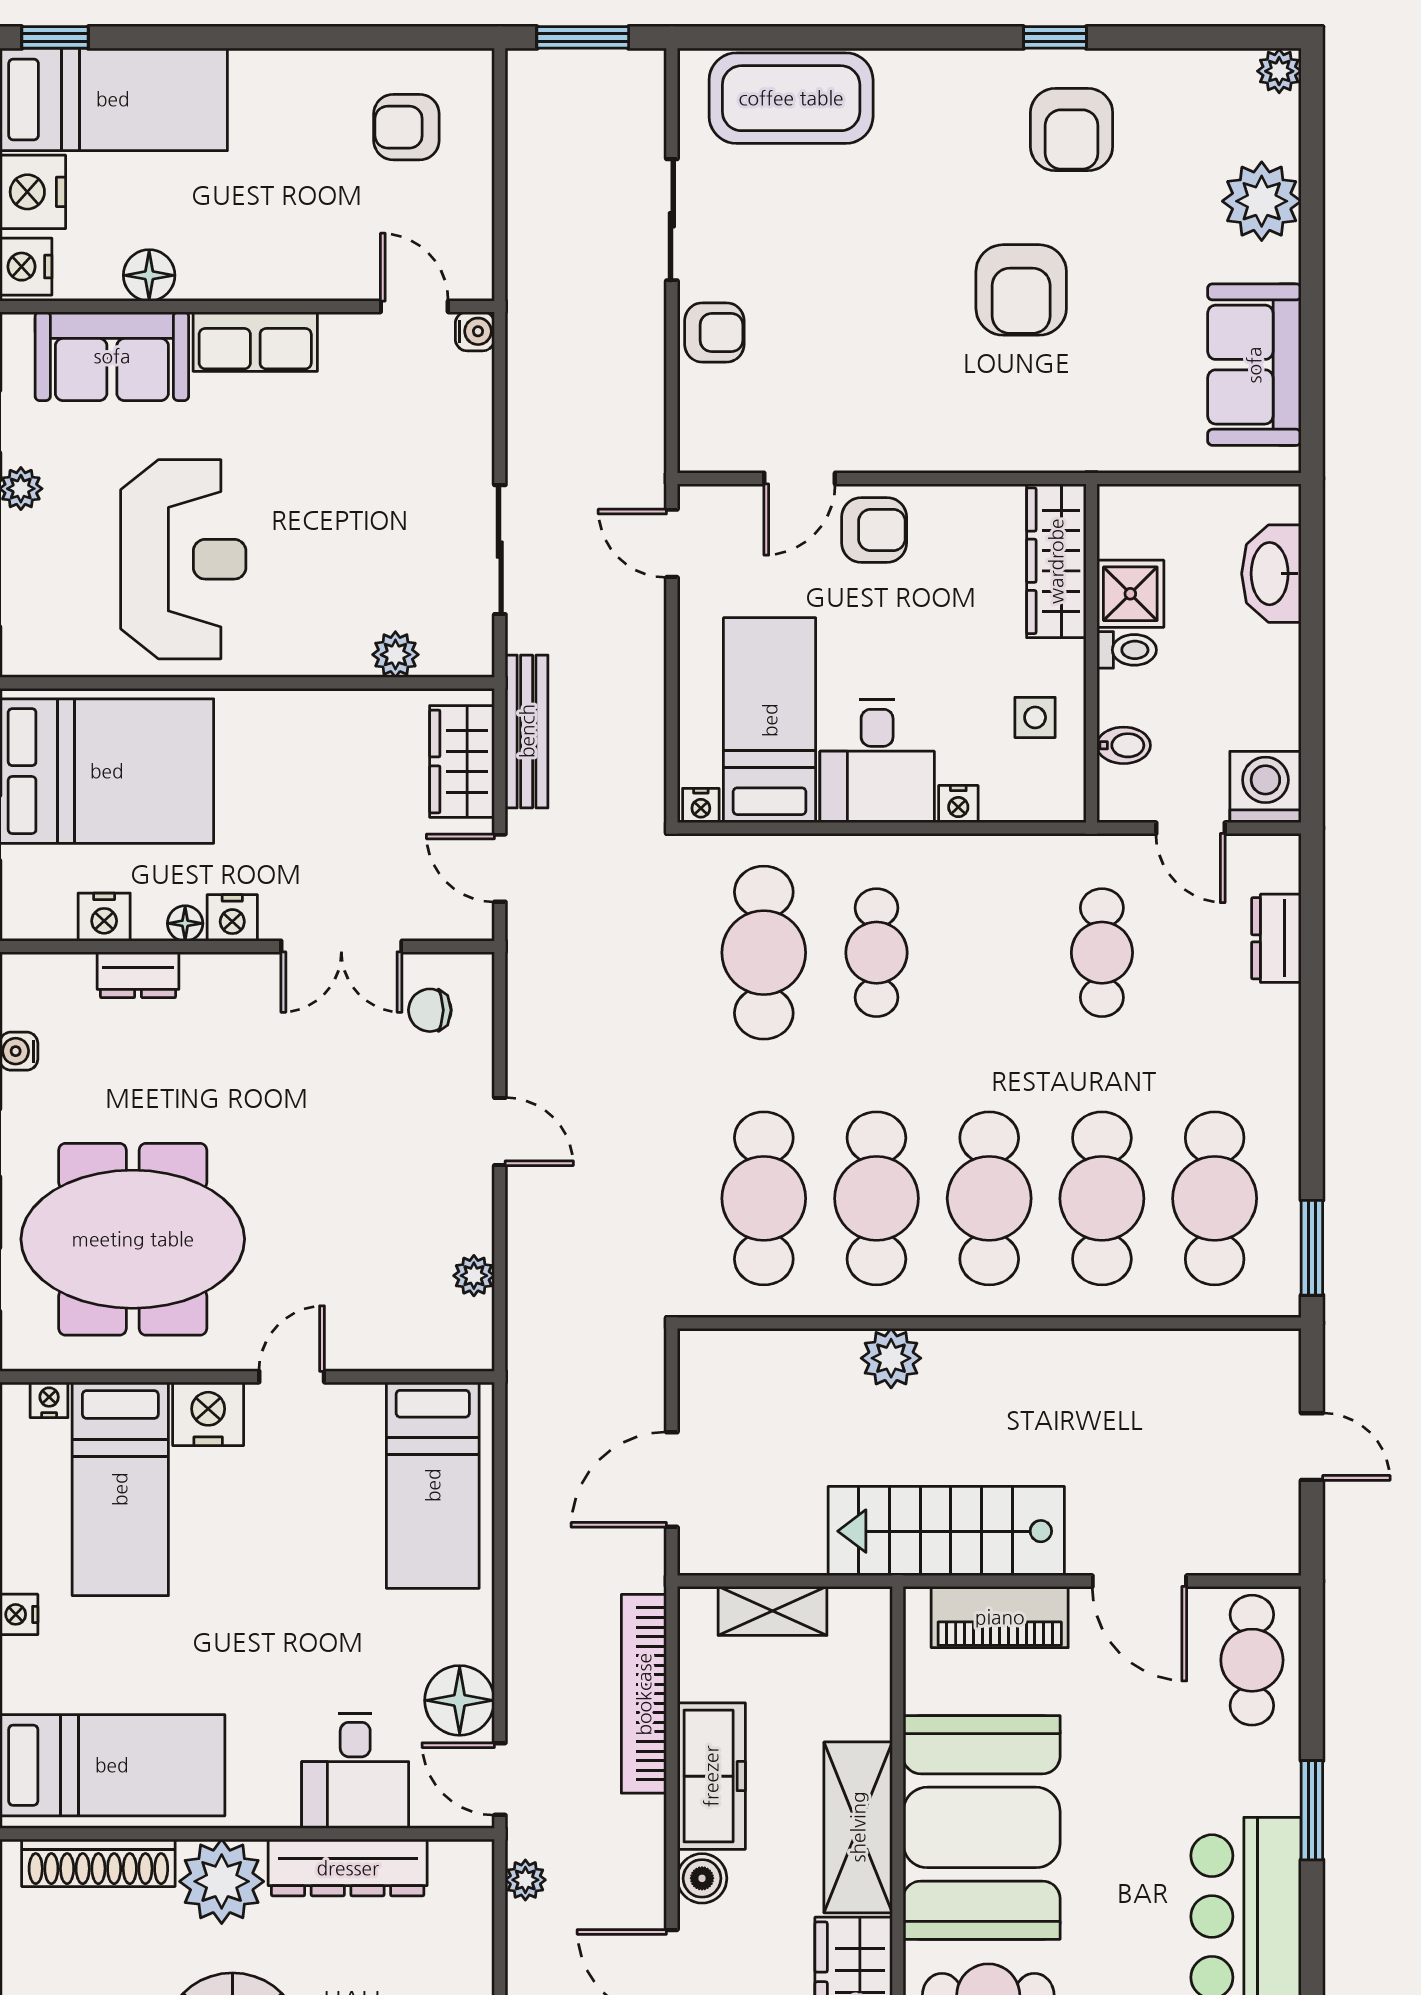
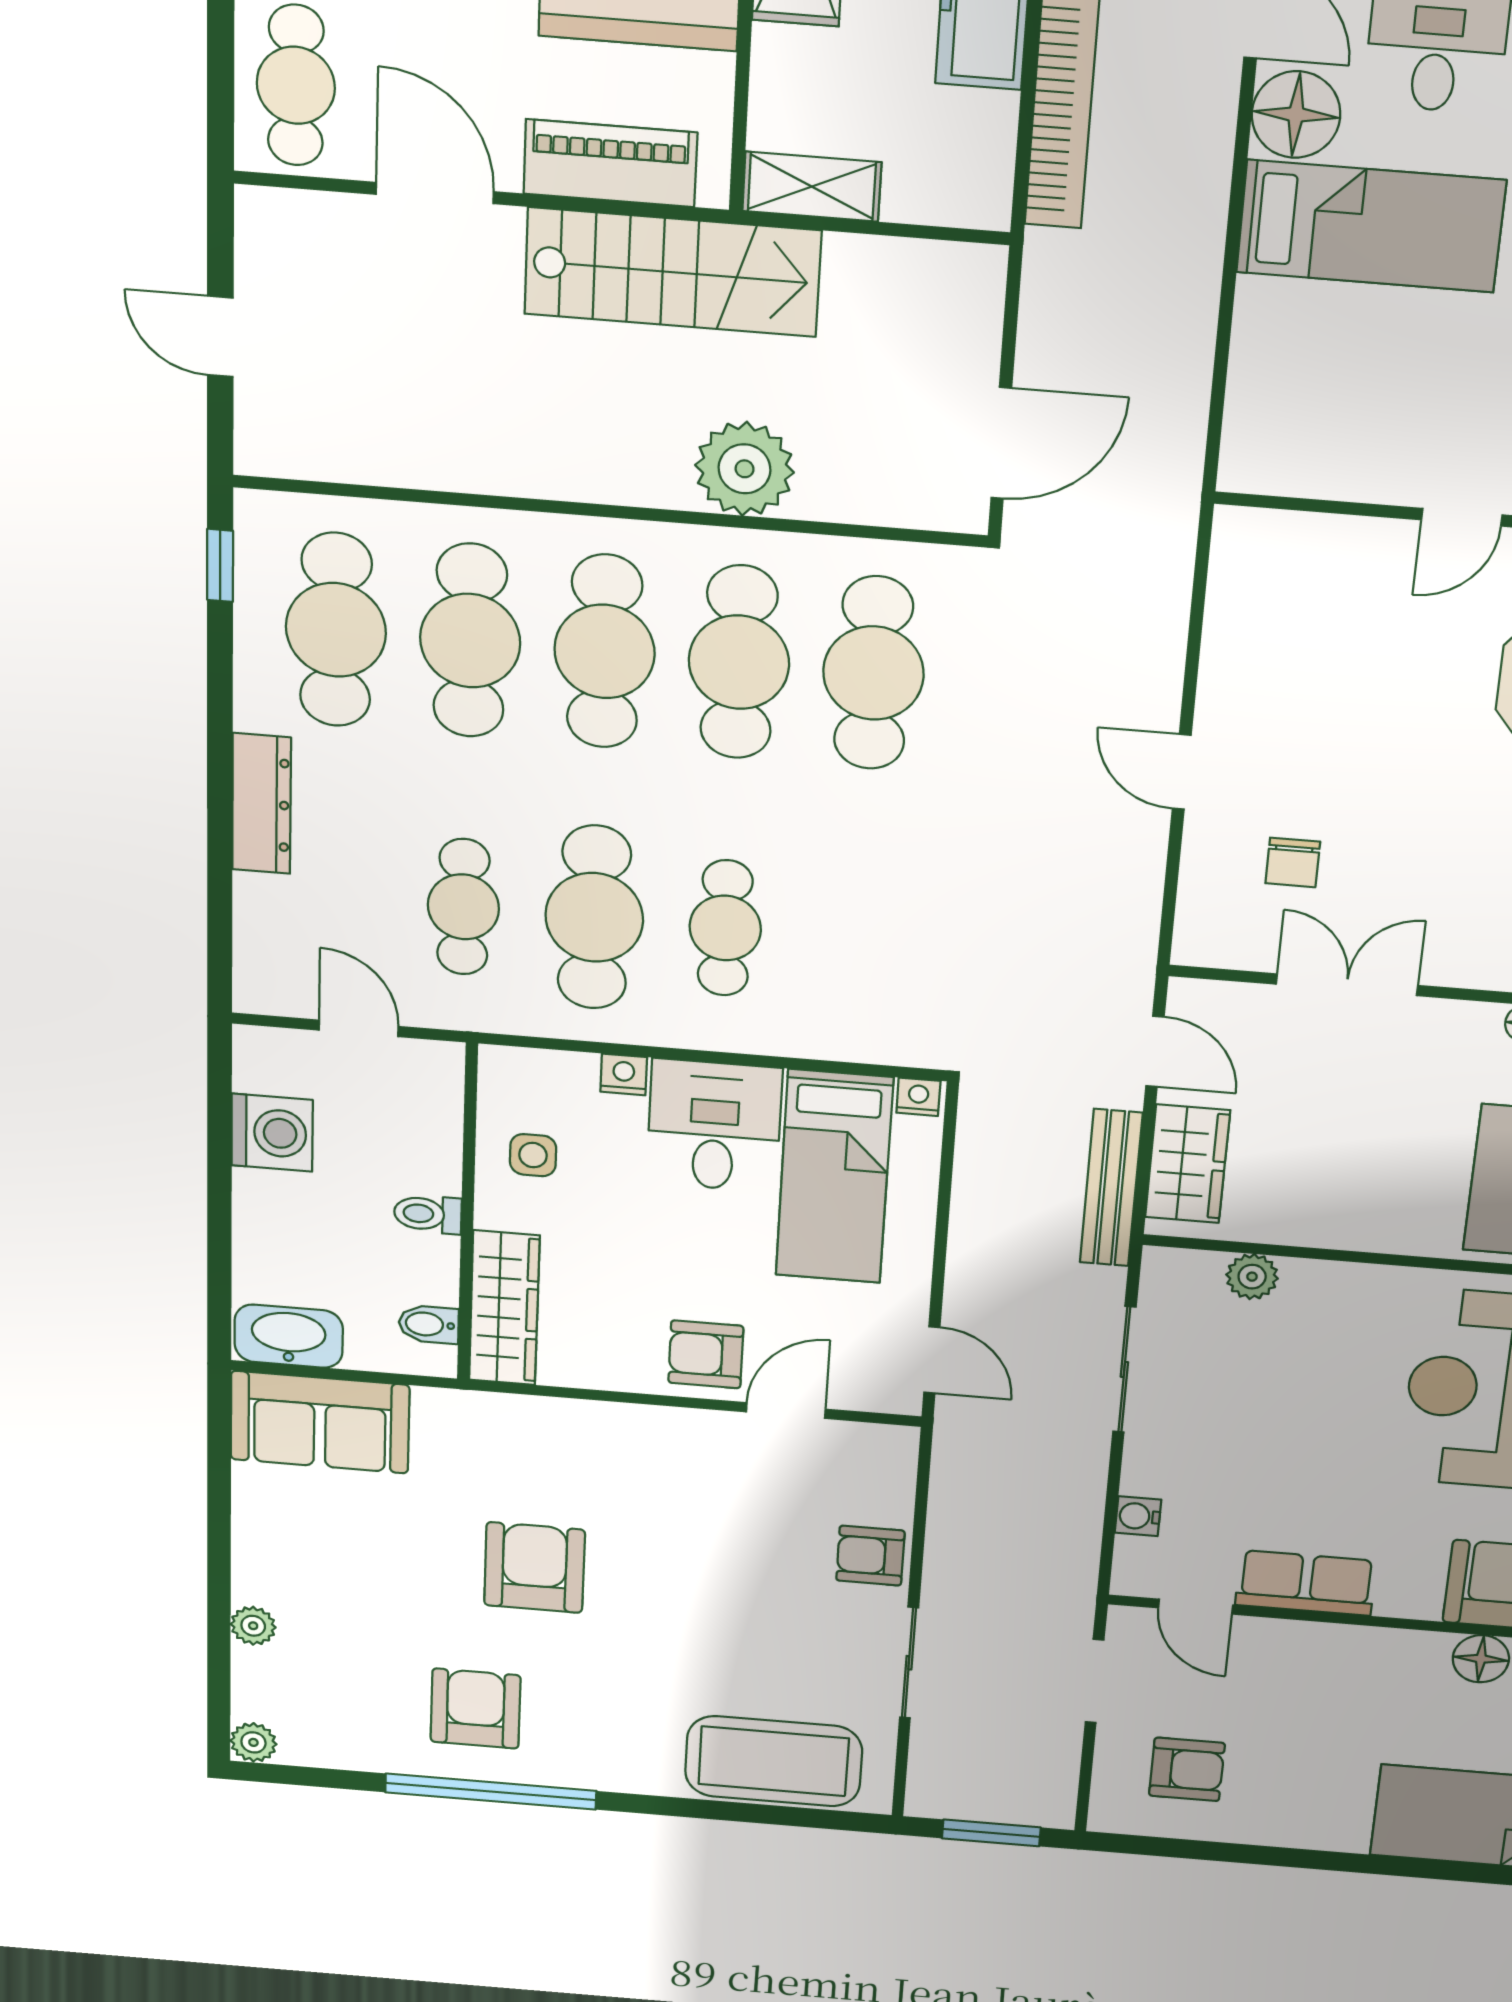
window: (1055, 37) -> (491, 1792), width x3.17
plant: (1262, 201) -> (253, 1626), width x0.53, depth x0.53
doorway: (500, 216) -> (1095, 1681), added
water cooler: (475, 331) -> (1138, 1516), moved
row of seats: (255, 342) -> (1306, 1583), moved
sofa: (1254, 365) -> (320, 1422), moved, turned 90
washbasin: (1271, 574) -> (289, 1336), moved, turned -90
shower: (1130, 594) -> (422, 1269), removed
bidet: (1124, 745) -> (429, 1324), moved
washing machine: (1265, 787) -> (272, 1133), moved, turned -90
nightstand: (232, 918) -> (1470, 1025), removed
dresser: (1276, 938) -> (261, 804), moved, width x1.44
cafe table: (764, 953) -> (594, 917), moved
chair: (430, 1010) -> (1293, 862), moved, turned 90
window: (1312, 1248) -> (220, 565), width x0.67
plant: (474, 1276) -> (1228, 615), removed
plant: (891, 1358) -> (745, 469), width x1.36, depth x1.36
door: (672, 1480) -> (1001, 443), moved
bed: (433, 1485) -> (1371, 226), moved, turned 90
shelving: (773, 1611) -> (812, 187), moved

